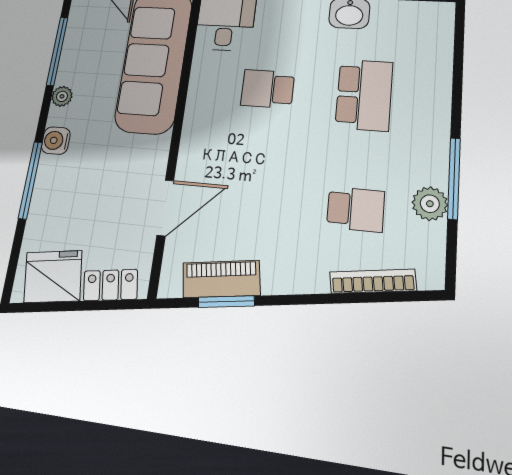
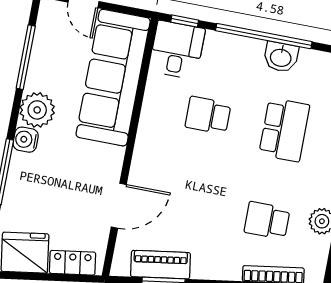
plant: (62, 96) -> (37, 110), width x1.88, depth x1.88
school desk: (356, 209) -> (267, 220), turned 180

